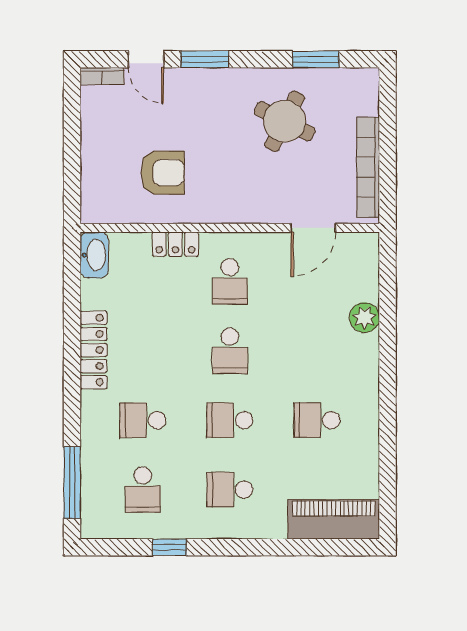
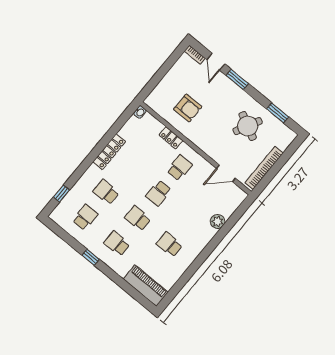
washbasin: (94, 255) -> (140, 112), width x0.52, depth x0.69
school desk: (230, 281) -> (179, 168), turned 180
window: (72, 483) -> (62, 194), width x0.46
school desk: (143, 490) -> (85, 217), turned 180
window: (169, 547) -> (91, 257), moved

